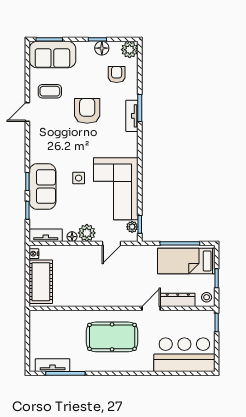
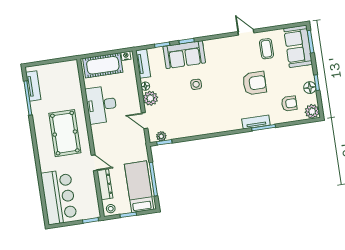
corner sofa: (116, 189) -> (192, 117), removed
desk: (86, 290) -> (101, 105), added

